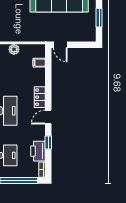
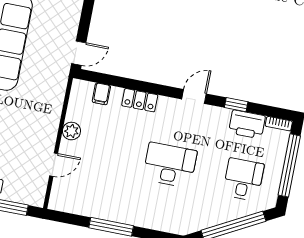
locker: (40, 97) -> (140, 100), moved
door: (48, 117) -> (194, 96), swing flipped

